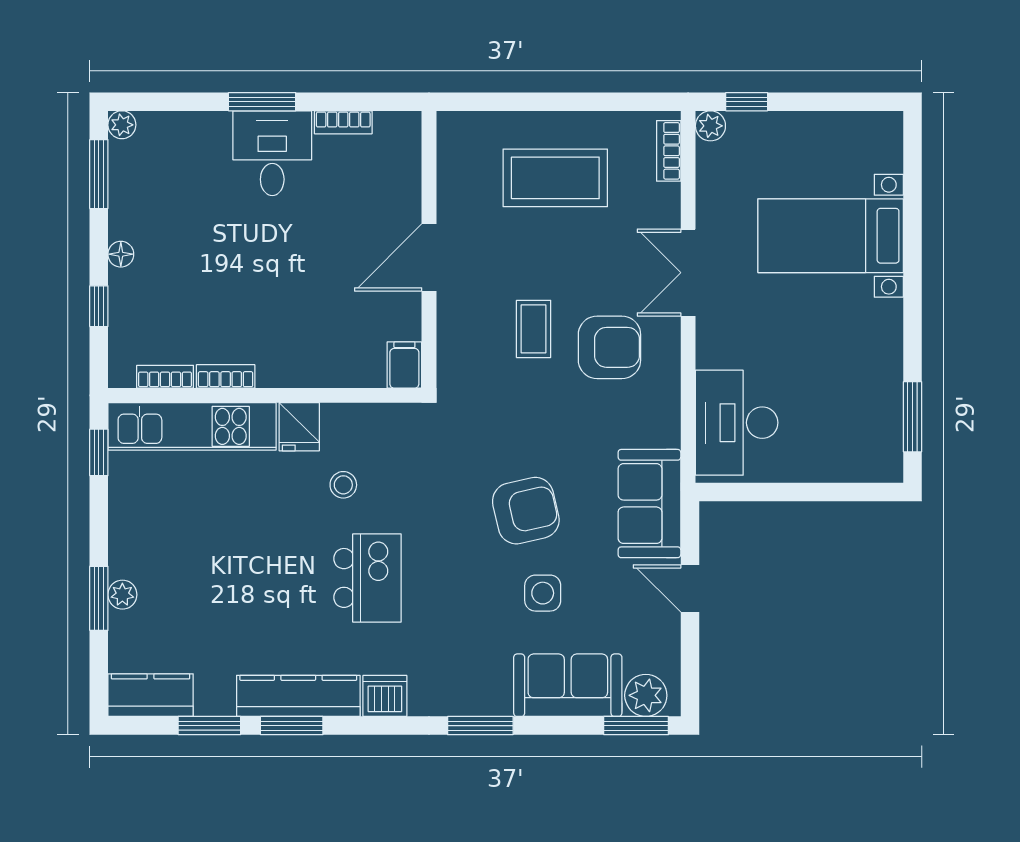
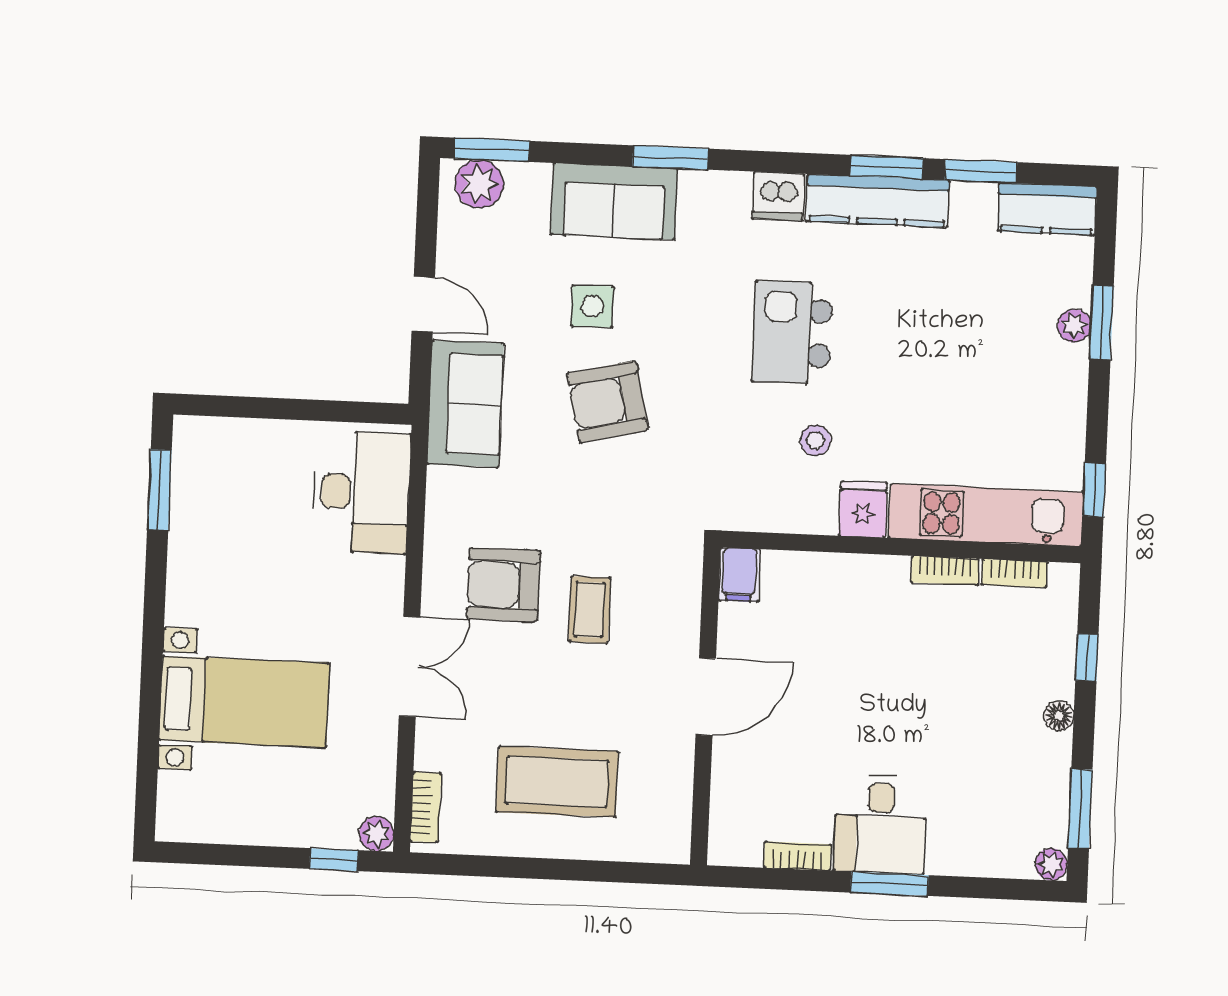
sofa: (568, 685) -> (614, 201), moved

